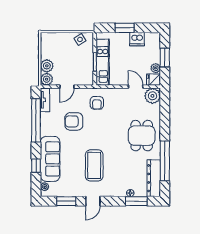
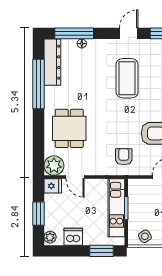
window: (125, 28) -> (101, 251), moved
plant: (156, 68) -> (50, 237), moved
dining table: (142, 136) -> (69, 128), moved
window: (136, 201) -> (74, 33), width x1.44

